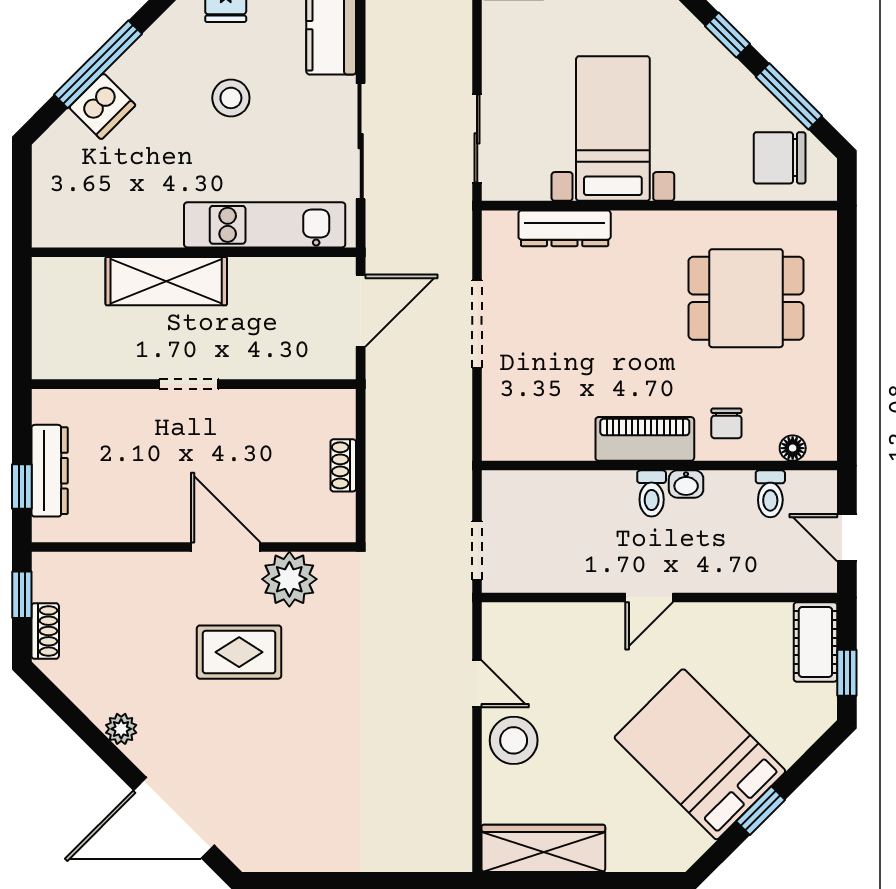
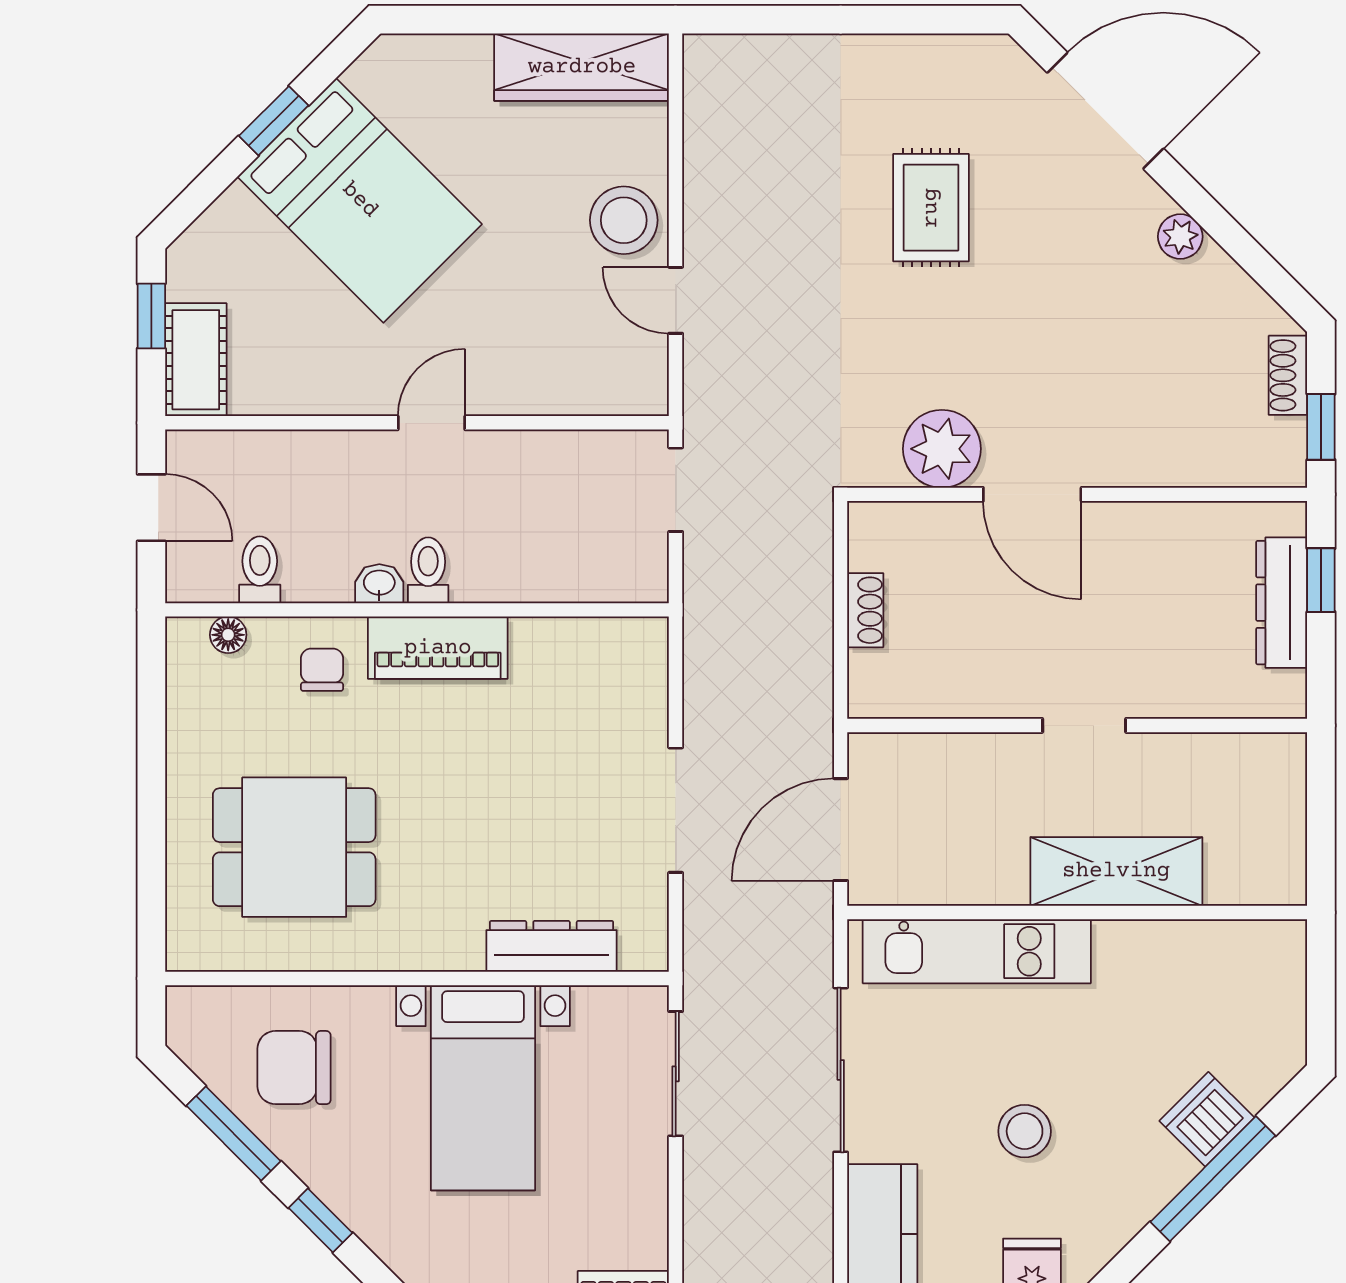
chair: (780, 158) -> (294, 1068), moved, turned 180
rug: (239, 652) -> (931, 208), moved, turned 90

